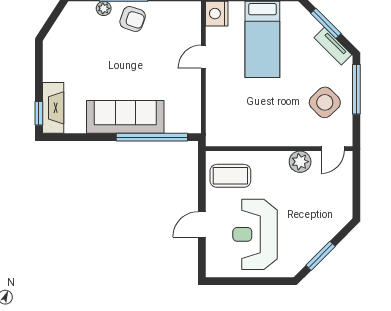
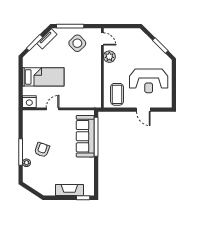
armchair: (133, 19) -> (42, 150), moved
door: (203, 57) -> (53, 109), swing flipped
fireplace: (53, 108) -> (69, 190), moved
sofa: (125, 117) -> (85, 136), moved

